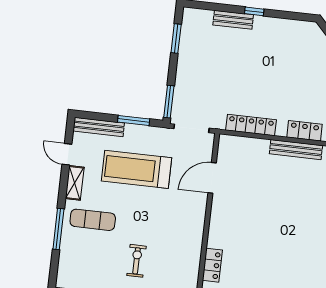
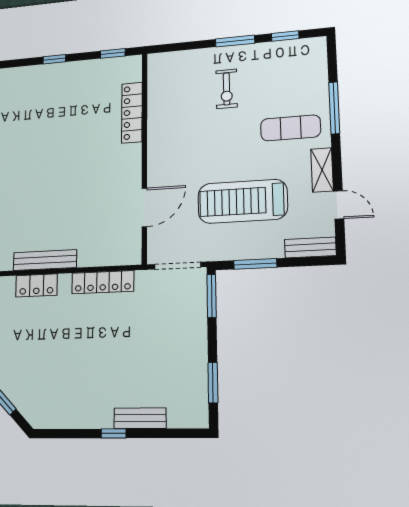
bench: (99, 127) -> (310, 247), width x0.73
treadmill: (136, 169) -> (242, 201), turned 180
locker: (212, 265) -> (132, 113), width x1.53

